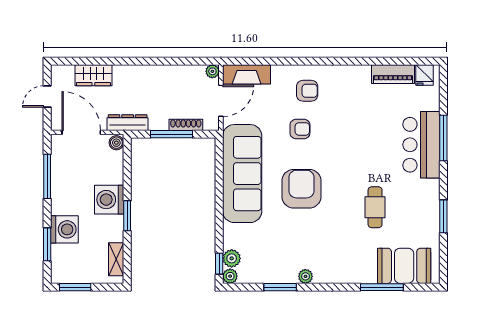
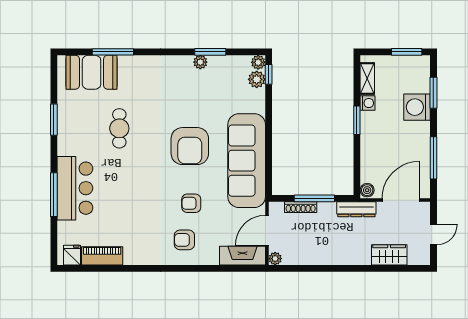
door: (81, 132) -> (401, 200), swing flipped
washing machine: (109, 200) -> (368, 103), moved, width x0.53, depth x0.53
plant: (305, 276) -> (200, 62), moved

